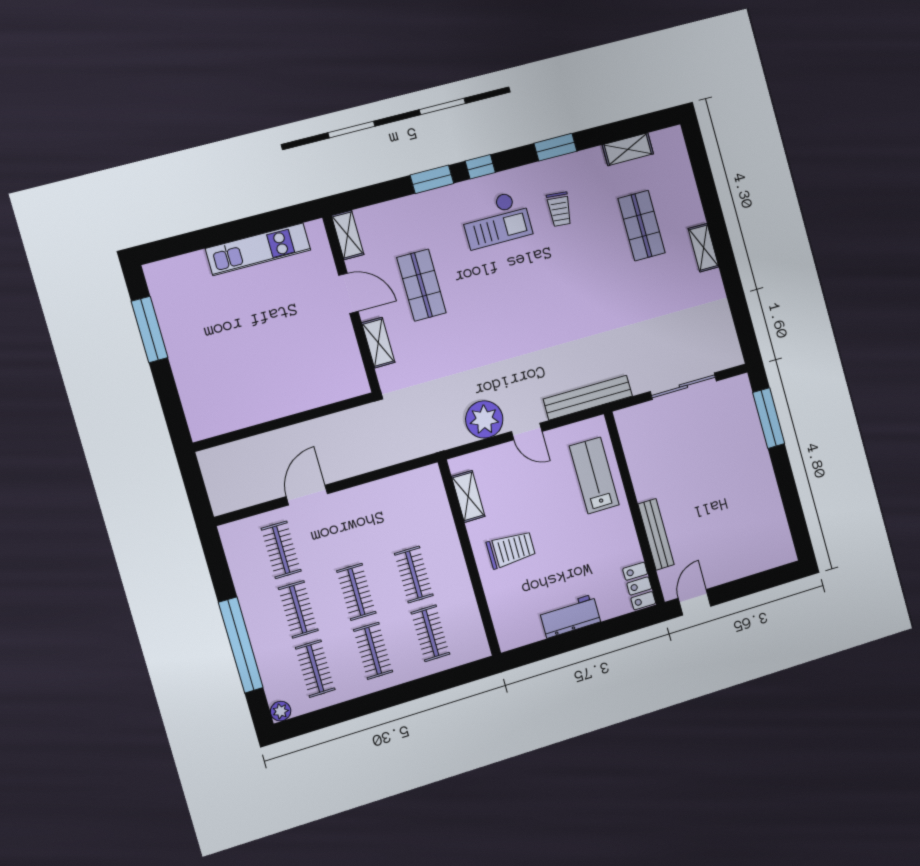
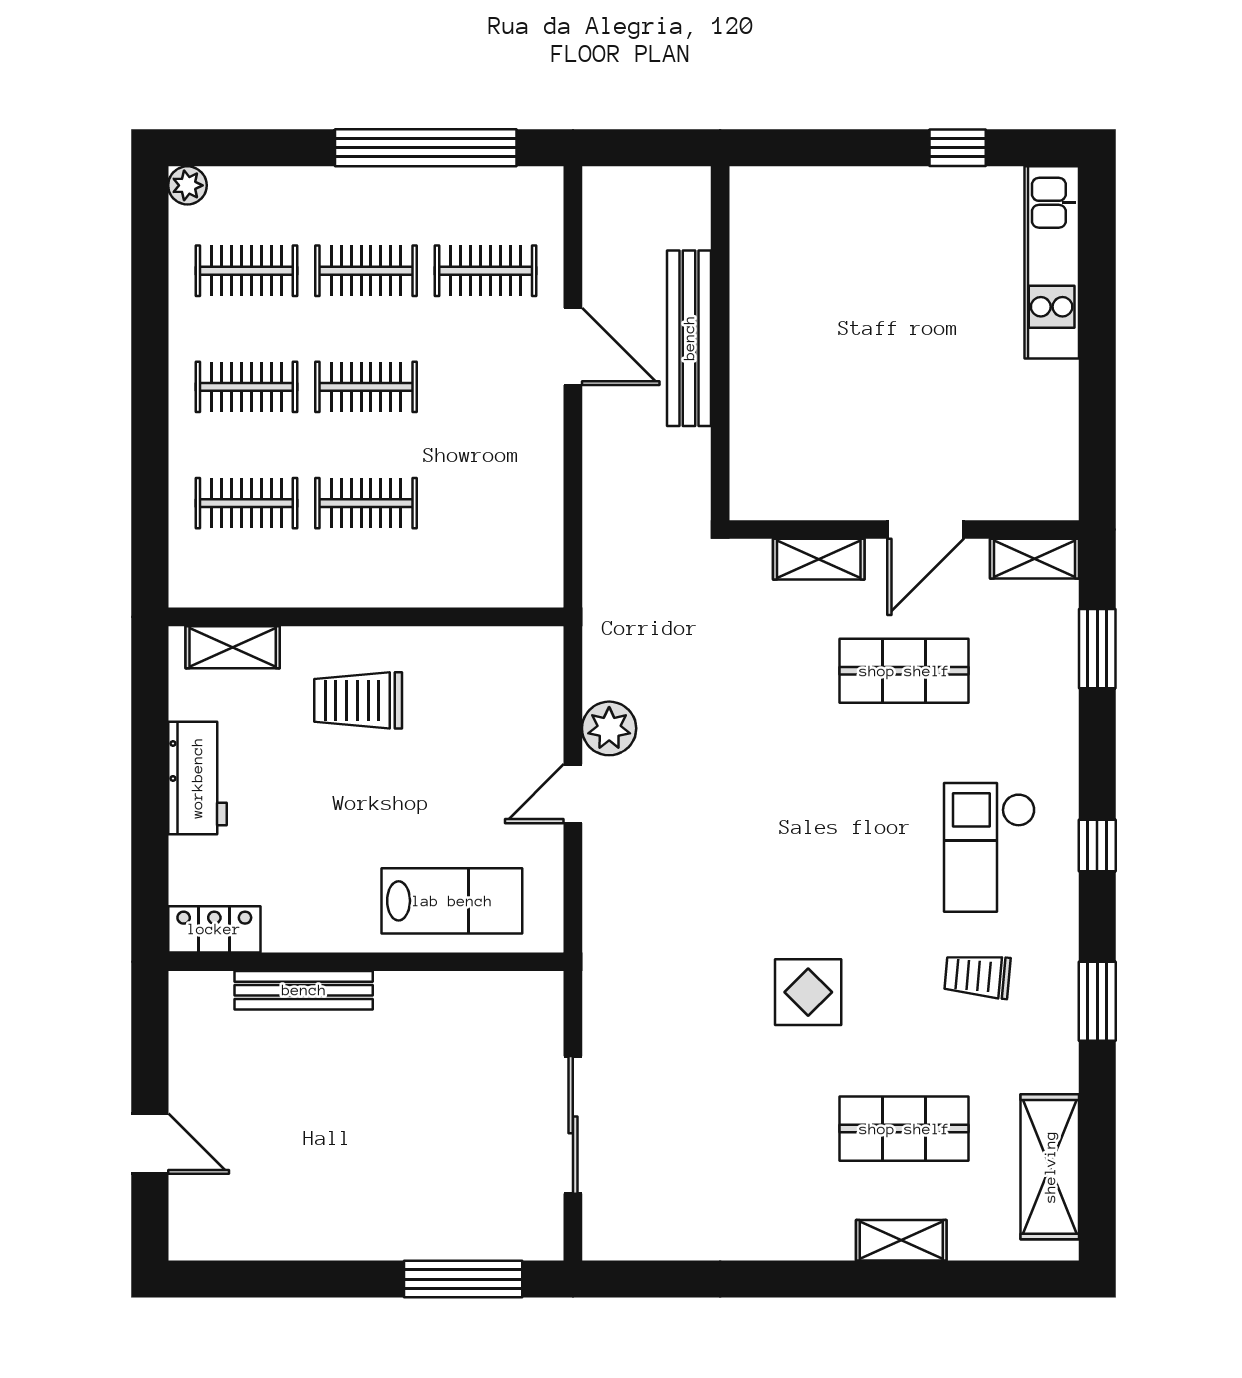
shelving: (628, 149) -> (1050, 1167), width x1.50, depth x1.33
window: (432, 179) -> (1097, 649), moved
shelving: (703, 248) -> (901, 1240), moved
kitchen unit: (258, 249) -> (1052, 262), moved
display table: (590, 290) -> (808, 992), added
window: (150, 329) -> (958, 148), width x0.46
bench: (588, 398) -> (689, 338), moved
plant: (484, 419) -> (609, 728), width x0.73, depth x0.73
shelving: (468, 496) -> (233, 647), moved
trolley: (511, 550) -> (358, 700), turned 90
door: (695, 602) -> (150, 1144), moved
window: (241, 645) -> (426, 148), moved

